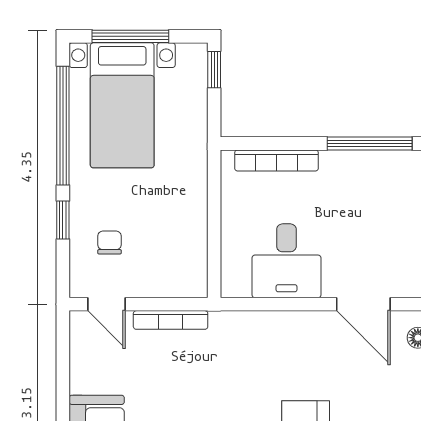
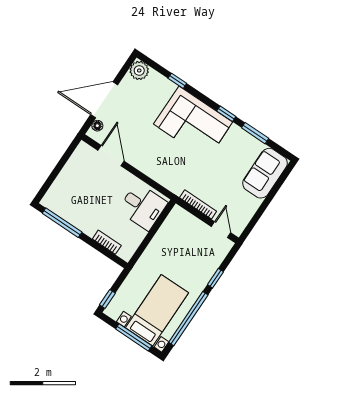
bookcase: (277, 160) -> (107, 242), width x0.64
chair: (109, 242) -> (202, 255), removed
desk: (286, 261) -> (143, 207), moved, turned 90

